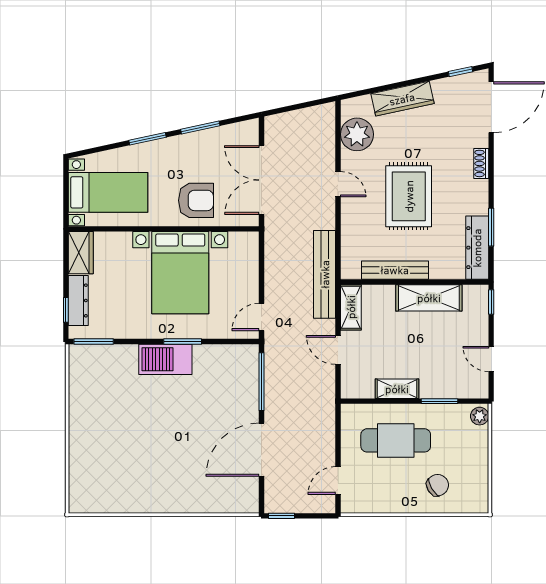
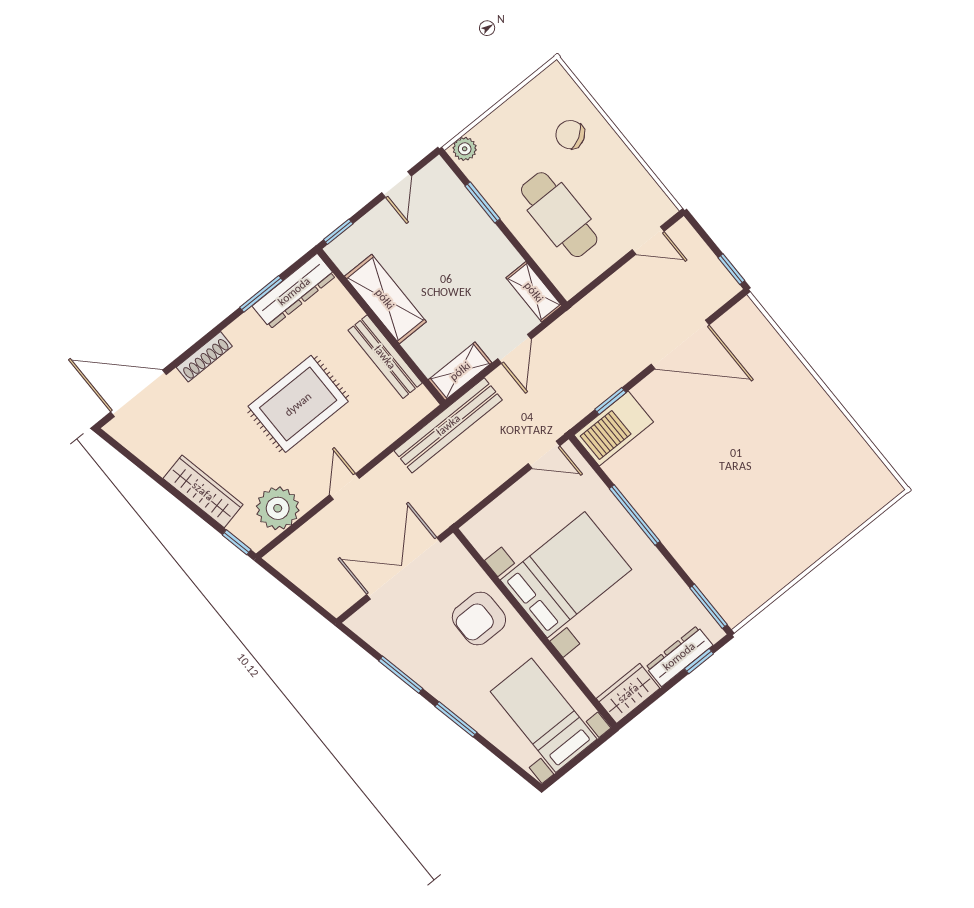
window: (461, 72) -> (237, 542), moved
shoe rack: (481, 163) -> (204, 357), width x1.43
double door: (261, 180) -> (404, 568), swing flipped
armchair: (196, 200) -> (479, 618), turned -90
window: (183, 342) -> (635, 515), width x1.44
barbecue: (165, 359) -> (614, 428), moved, turned 90
window: (261, 382) -> (610, 401), width x0.46
shelving: (397, 389) -> (534, 292), moved

